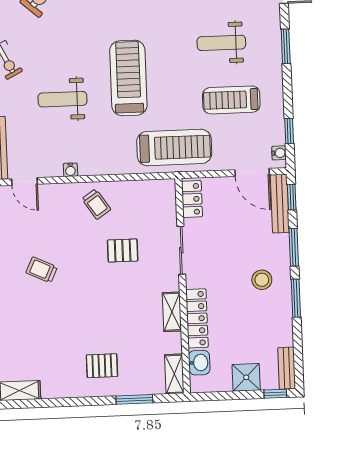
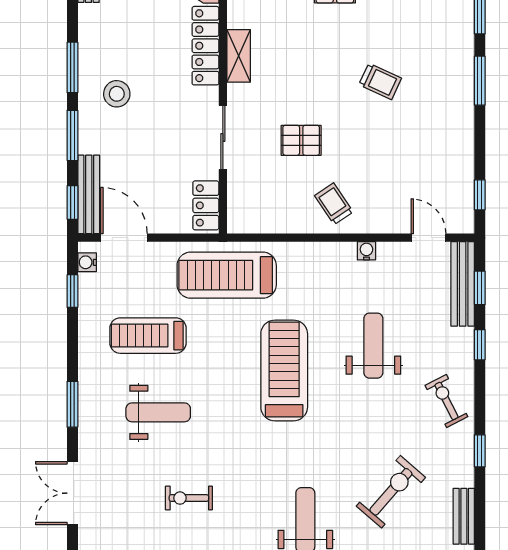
treadmill: (128, 78) -> (284, 370), turned 180
weight bench: (62, 99) -> (373, 346), turned -90
treadmill: (231, 100) -> (148, 336), turned 180
trolley: (42, 270) -> (380, 81), moved

